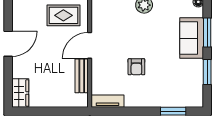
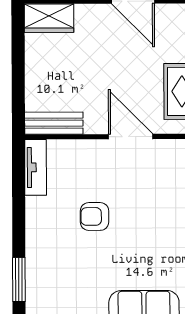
bench: (82, 76) -> (54, 123), moved

